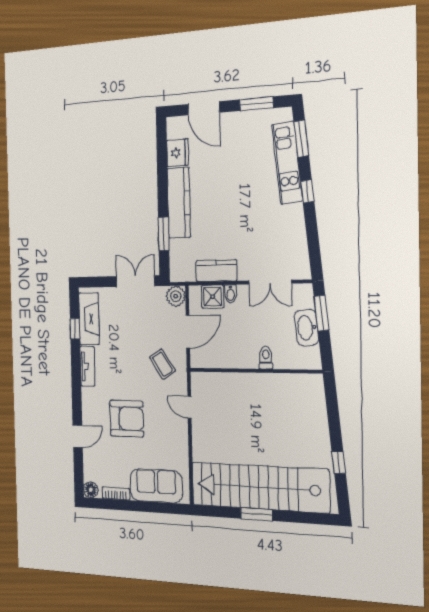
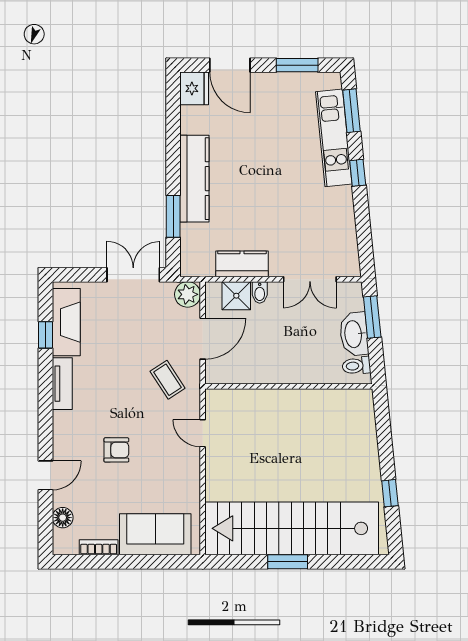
fridge: (178, 153) -> (194, 88), moved
toilet: (266, 358) -> (356, 366), moved, turned -96
armchair: (127, 419) -> (116, 450), width x0.53, depth x0.53
floor lamp: (91, 490) -> (63, 518), moved

